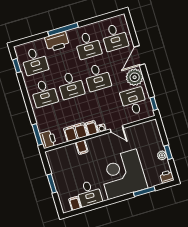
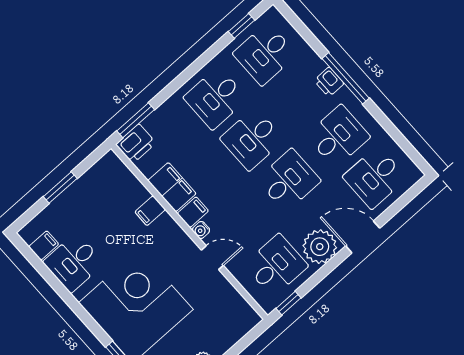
printer: (57, 42) -> (329, 82), width x0.53, depth x0.68
desk: (88, 45) -> (338, 136), turned 180
desk: (98, 77) -> (289, 180), turned 180
door: (117, 129) -> (212, 258), swing flipped

